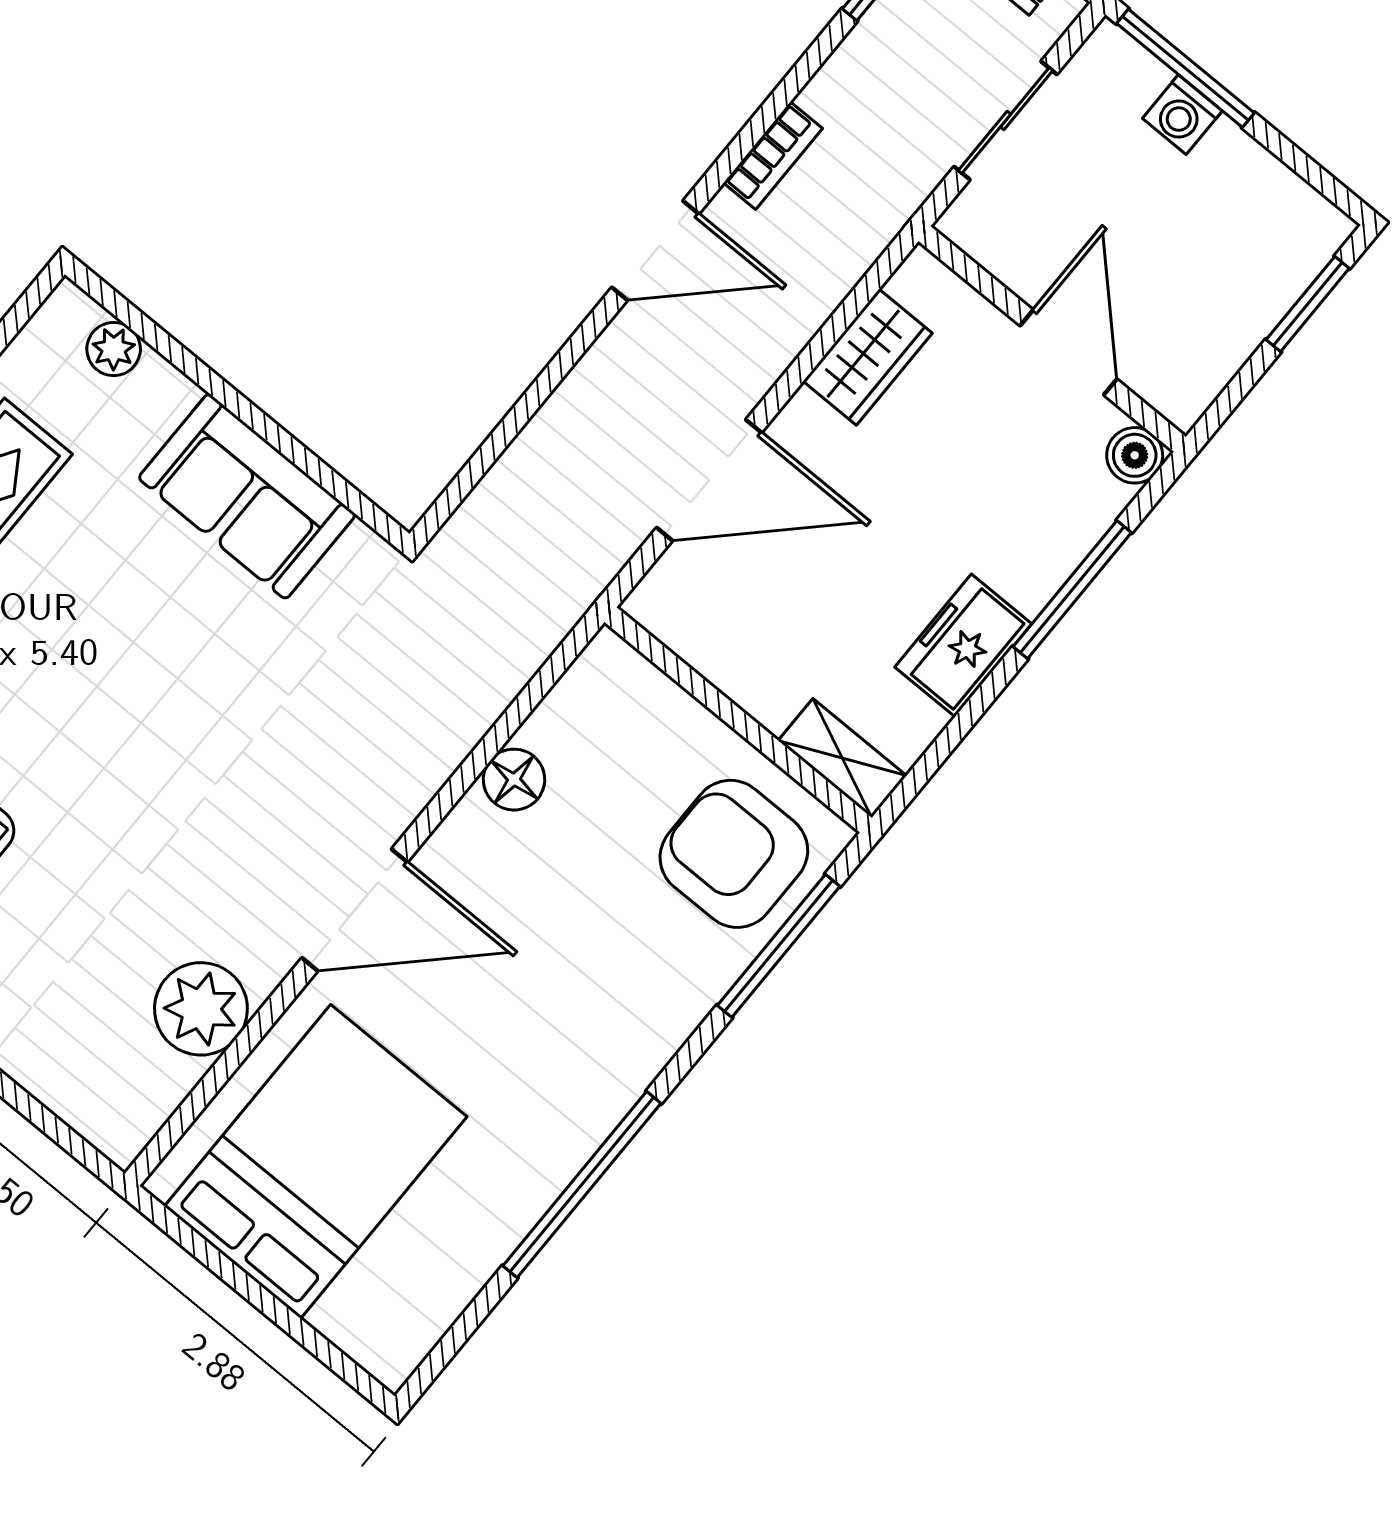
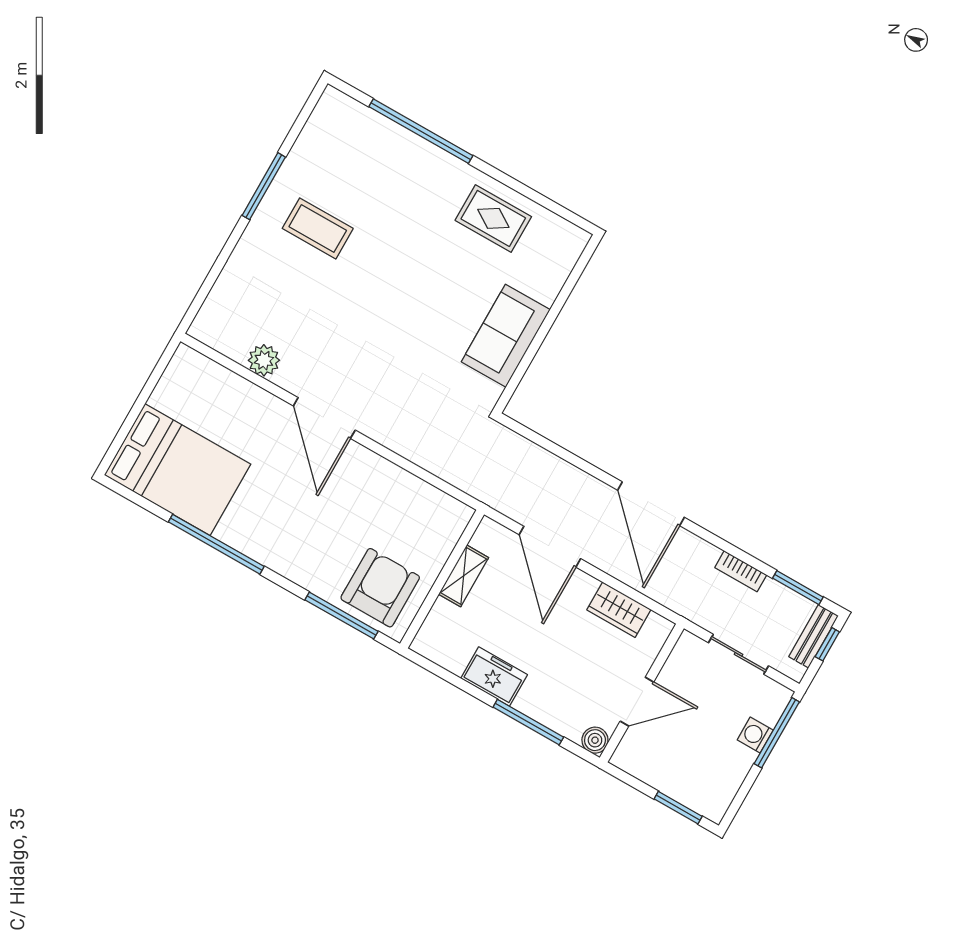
bookcase: (773, 156) -> (741, 571), moved
door: (655, 251) -> (651, 504), width x1.36
plant: (114, 349) -> (563, 263), removed
shelving: (842, 758) -> (464, 576), moved
floor lamp: (514, 780) -> (397, 481), removed
plant: (201, 1009) -> (264, 360), width x0.73, depth x0.73
bed: (316, 1162) -> (177, 470), moved

